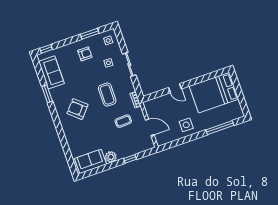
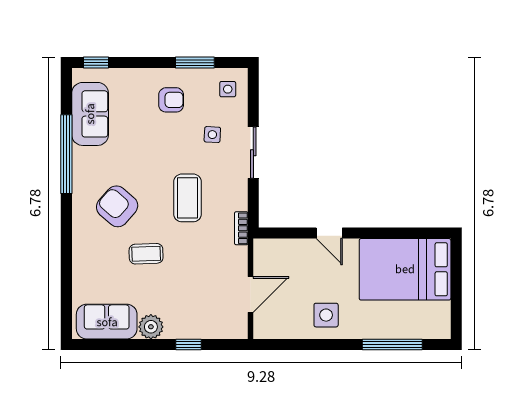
window: (47, 94) -> (66, 154), width x2.11
coffee table: (123, 121) -> (146, 254), moved
door: (150, 127) -> (250, 294), hinge flipped

